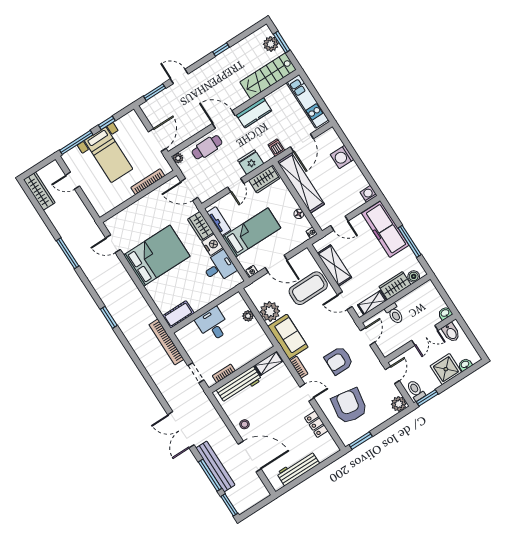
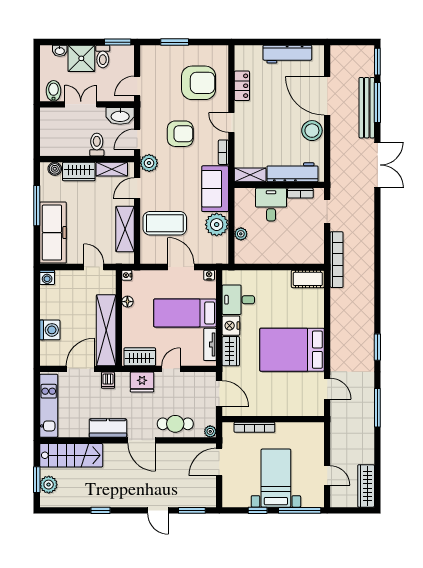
door: (345, 301) -> (137, 188), swing flipped
washbasin: (445, 313) -> (120, 116), moved, width x1.91, depth x1.45
window: (109, 317) -> (377, 347), moved
desk: (213, 325) -> (271, 205), moved, turned 180
toilet: (416, 390) -> (103, 56), moved
plant: (399, 404) -> (149, 163), moved
armchair: (349, 406) -> (199, 83), turned -99
stool: (245, 424) -> (312, 131), width x1.89, depth x1.89
window: (361, 441) -> (175, 42), moved

